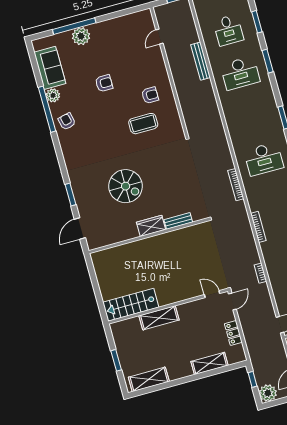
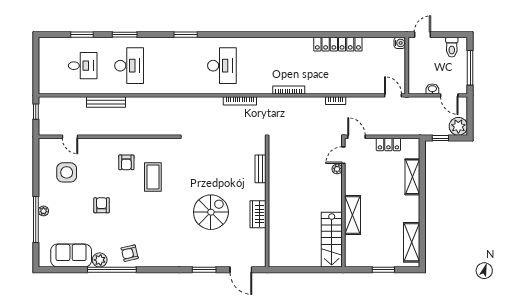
plant: (81, 36) -> (43, 211), width x0.53, depth x0.53
side table: (125, 43) -> (67, 172), added
armchair: (150, 95) -> (126, 162), turned 180
wardrobe: (151, 226) -> (258, 214), moved
plant: (198, 292) -> (337, 169), added

